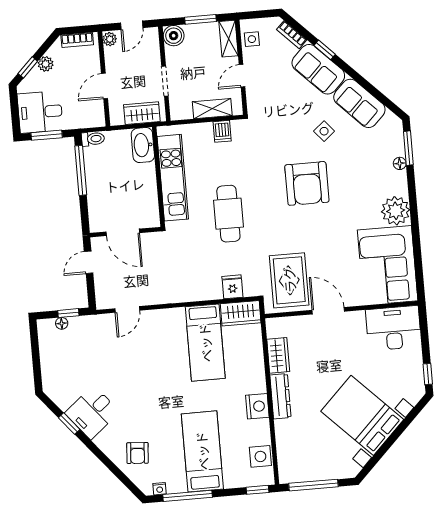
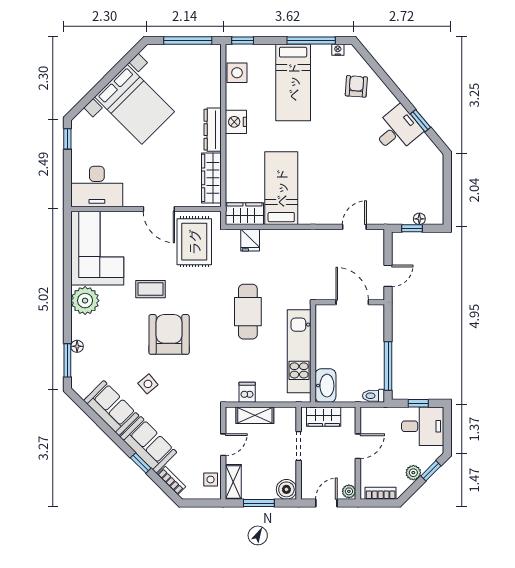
window: (47, 135) -> (418, 403), width x0.67
coffee table: (330, 228) -> (150, 289), added
wardrobe: (278, 355) -> (211, 178), width x1.50

